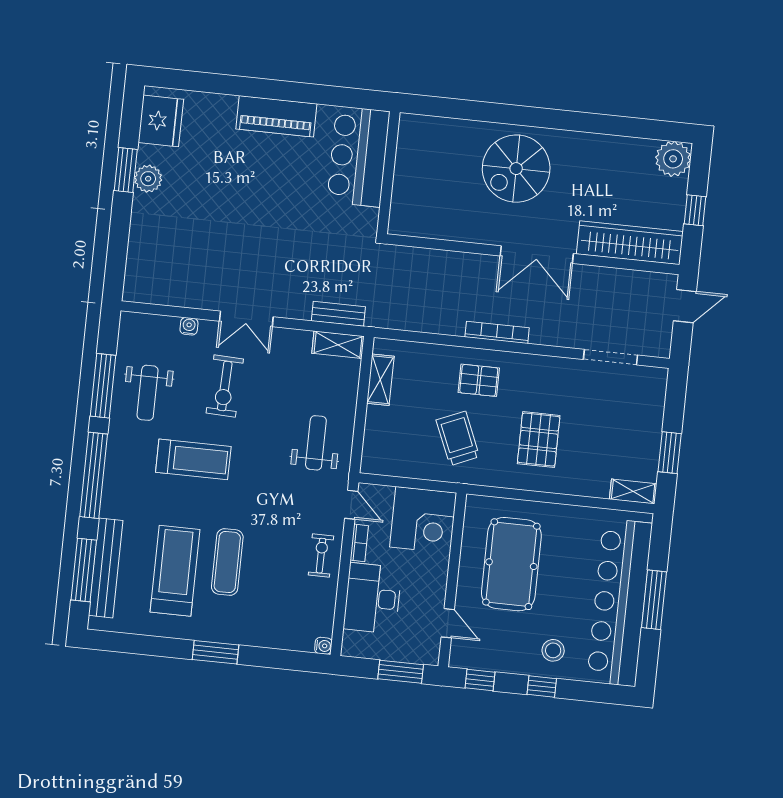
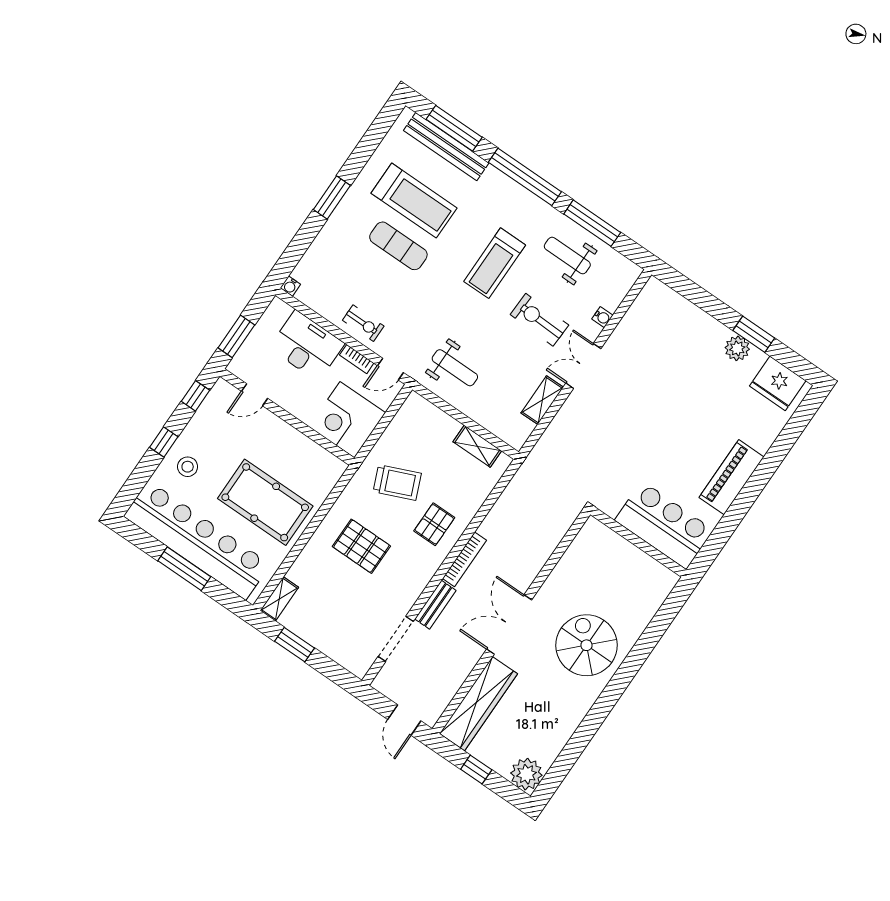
bench: (338, 314) -> (435, 605), moved
shelving: (338, 345) -> (542, 400), moved
pool table: (511, 564) -> (265, 502), moved

